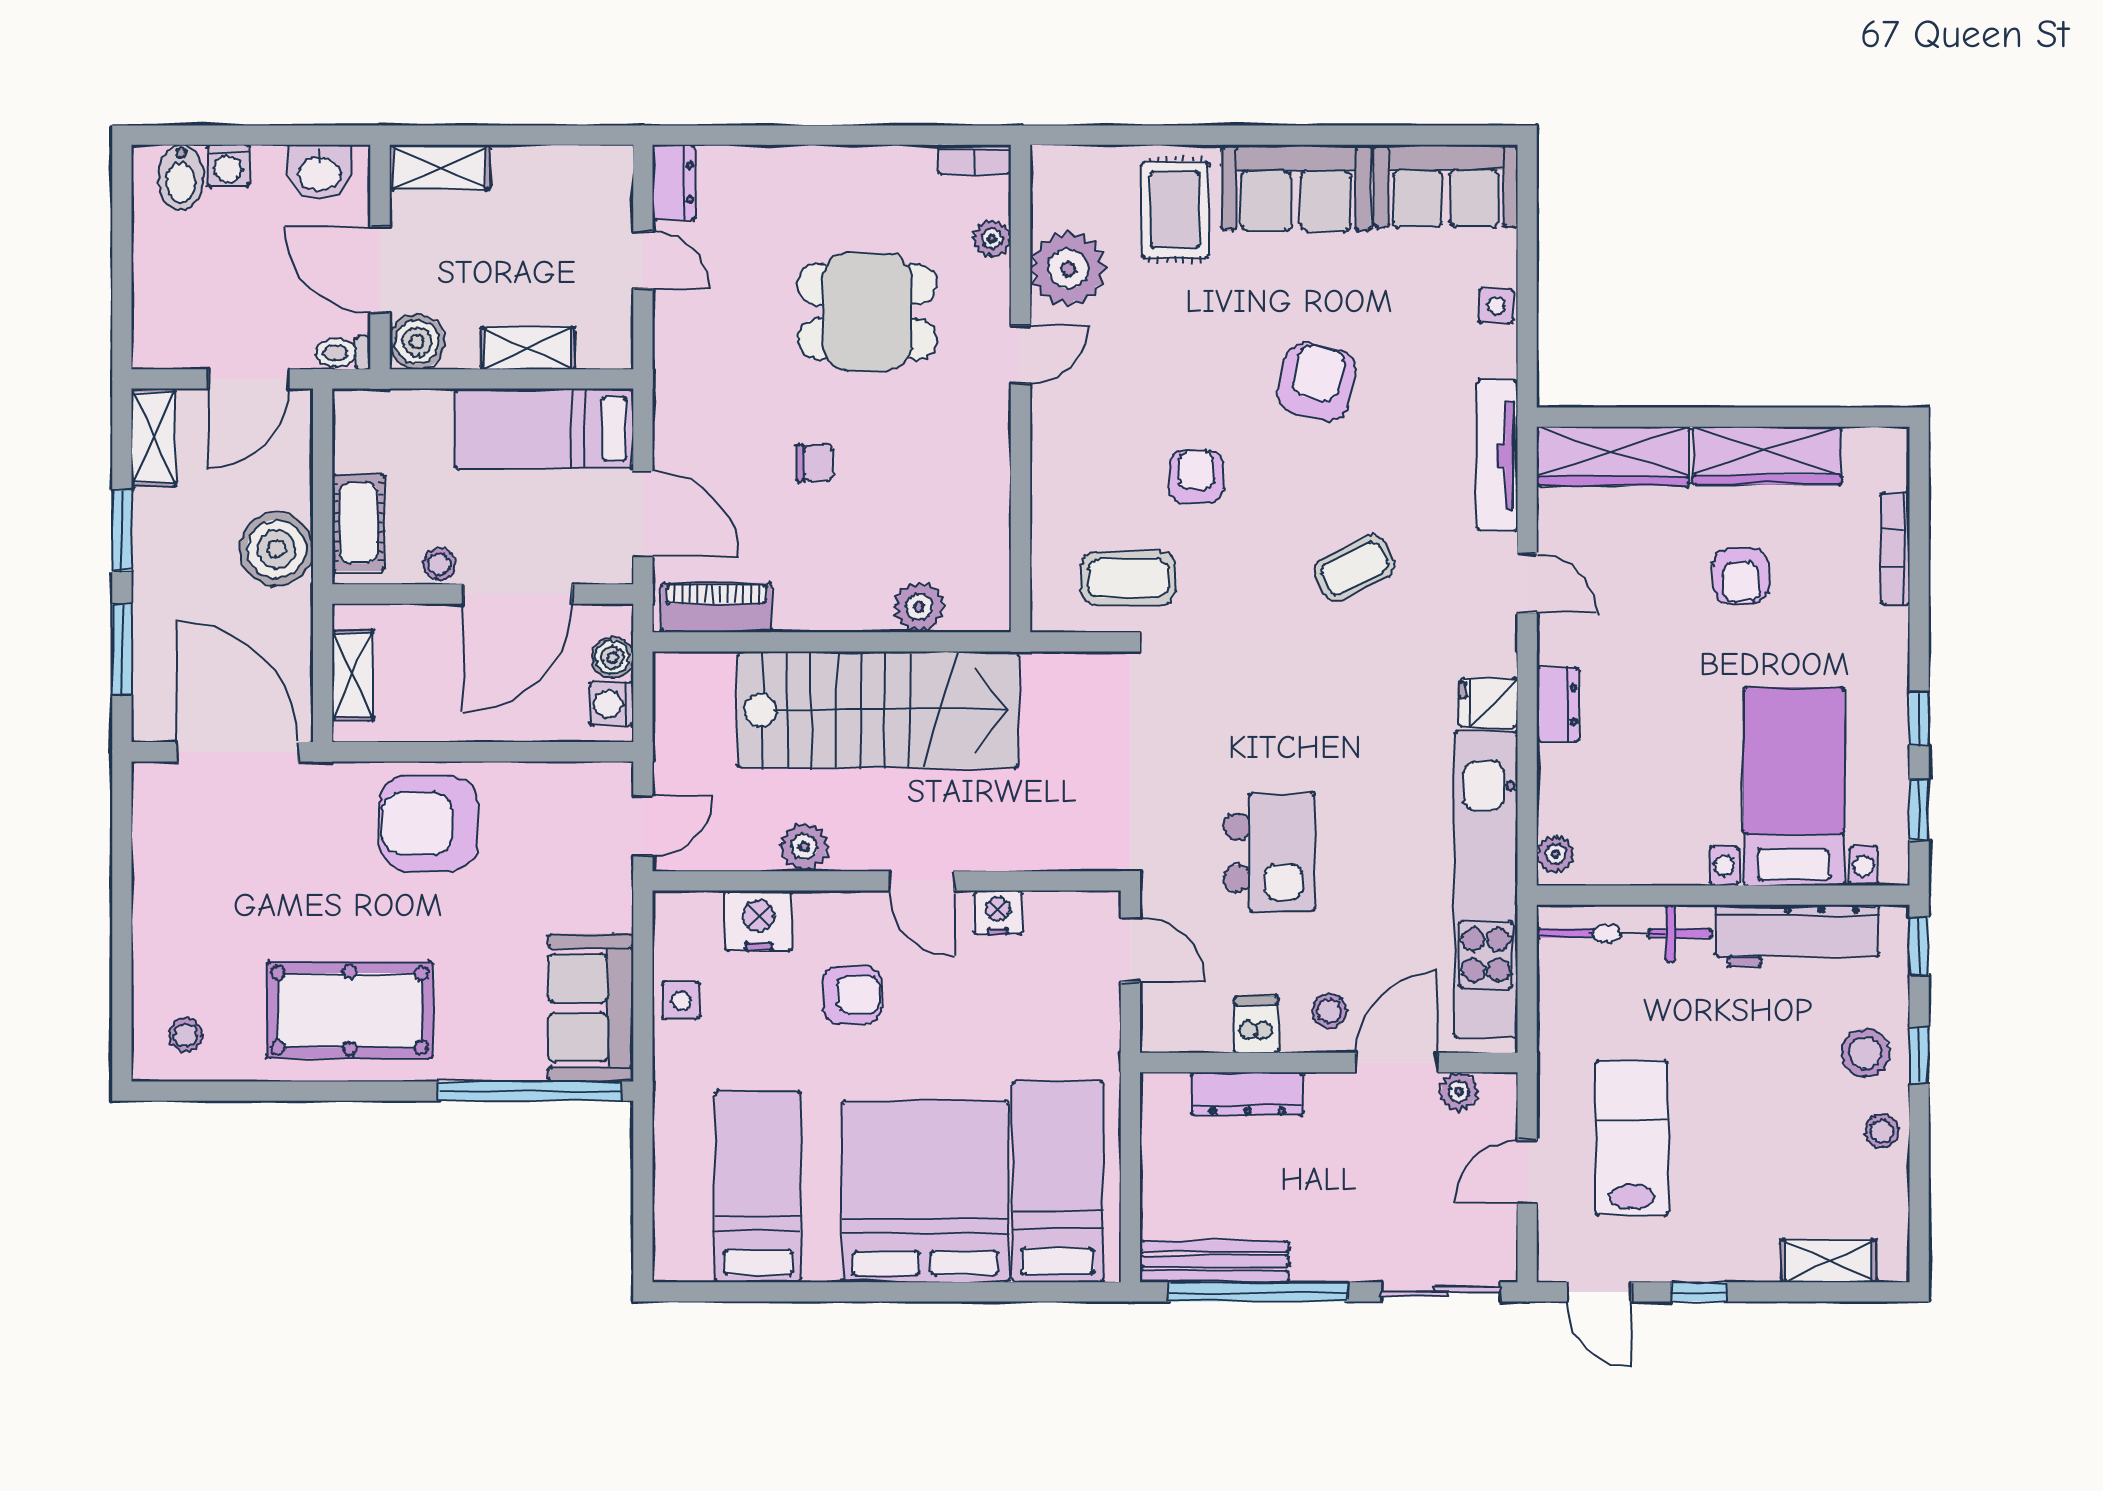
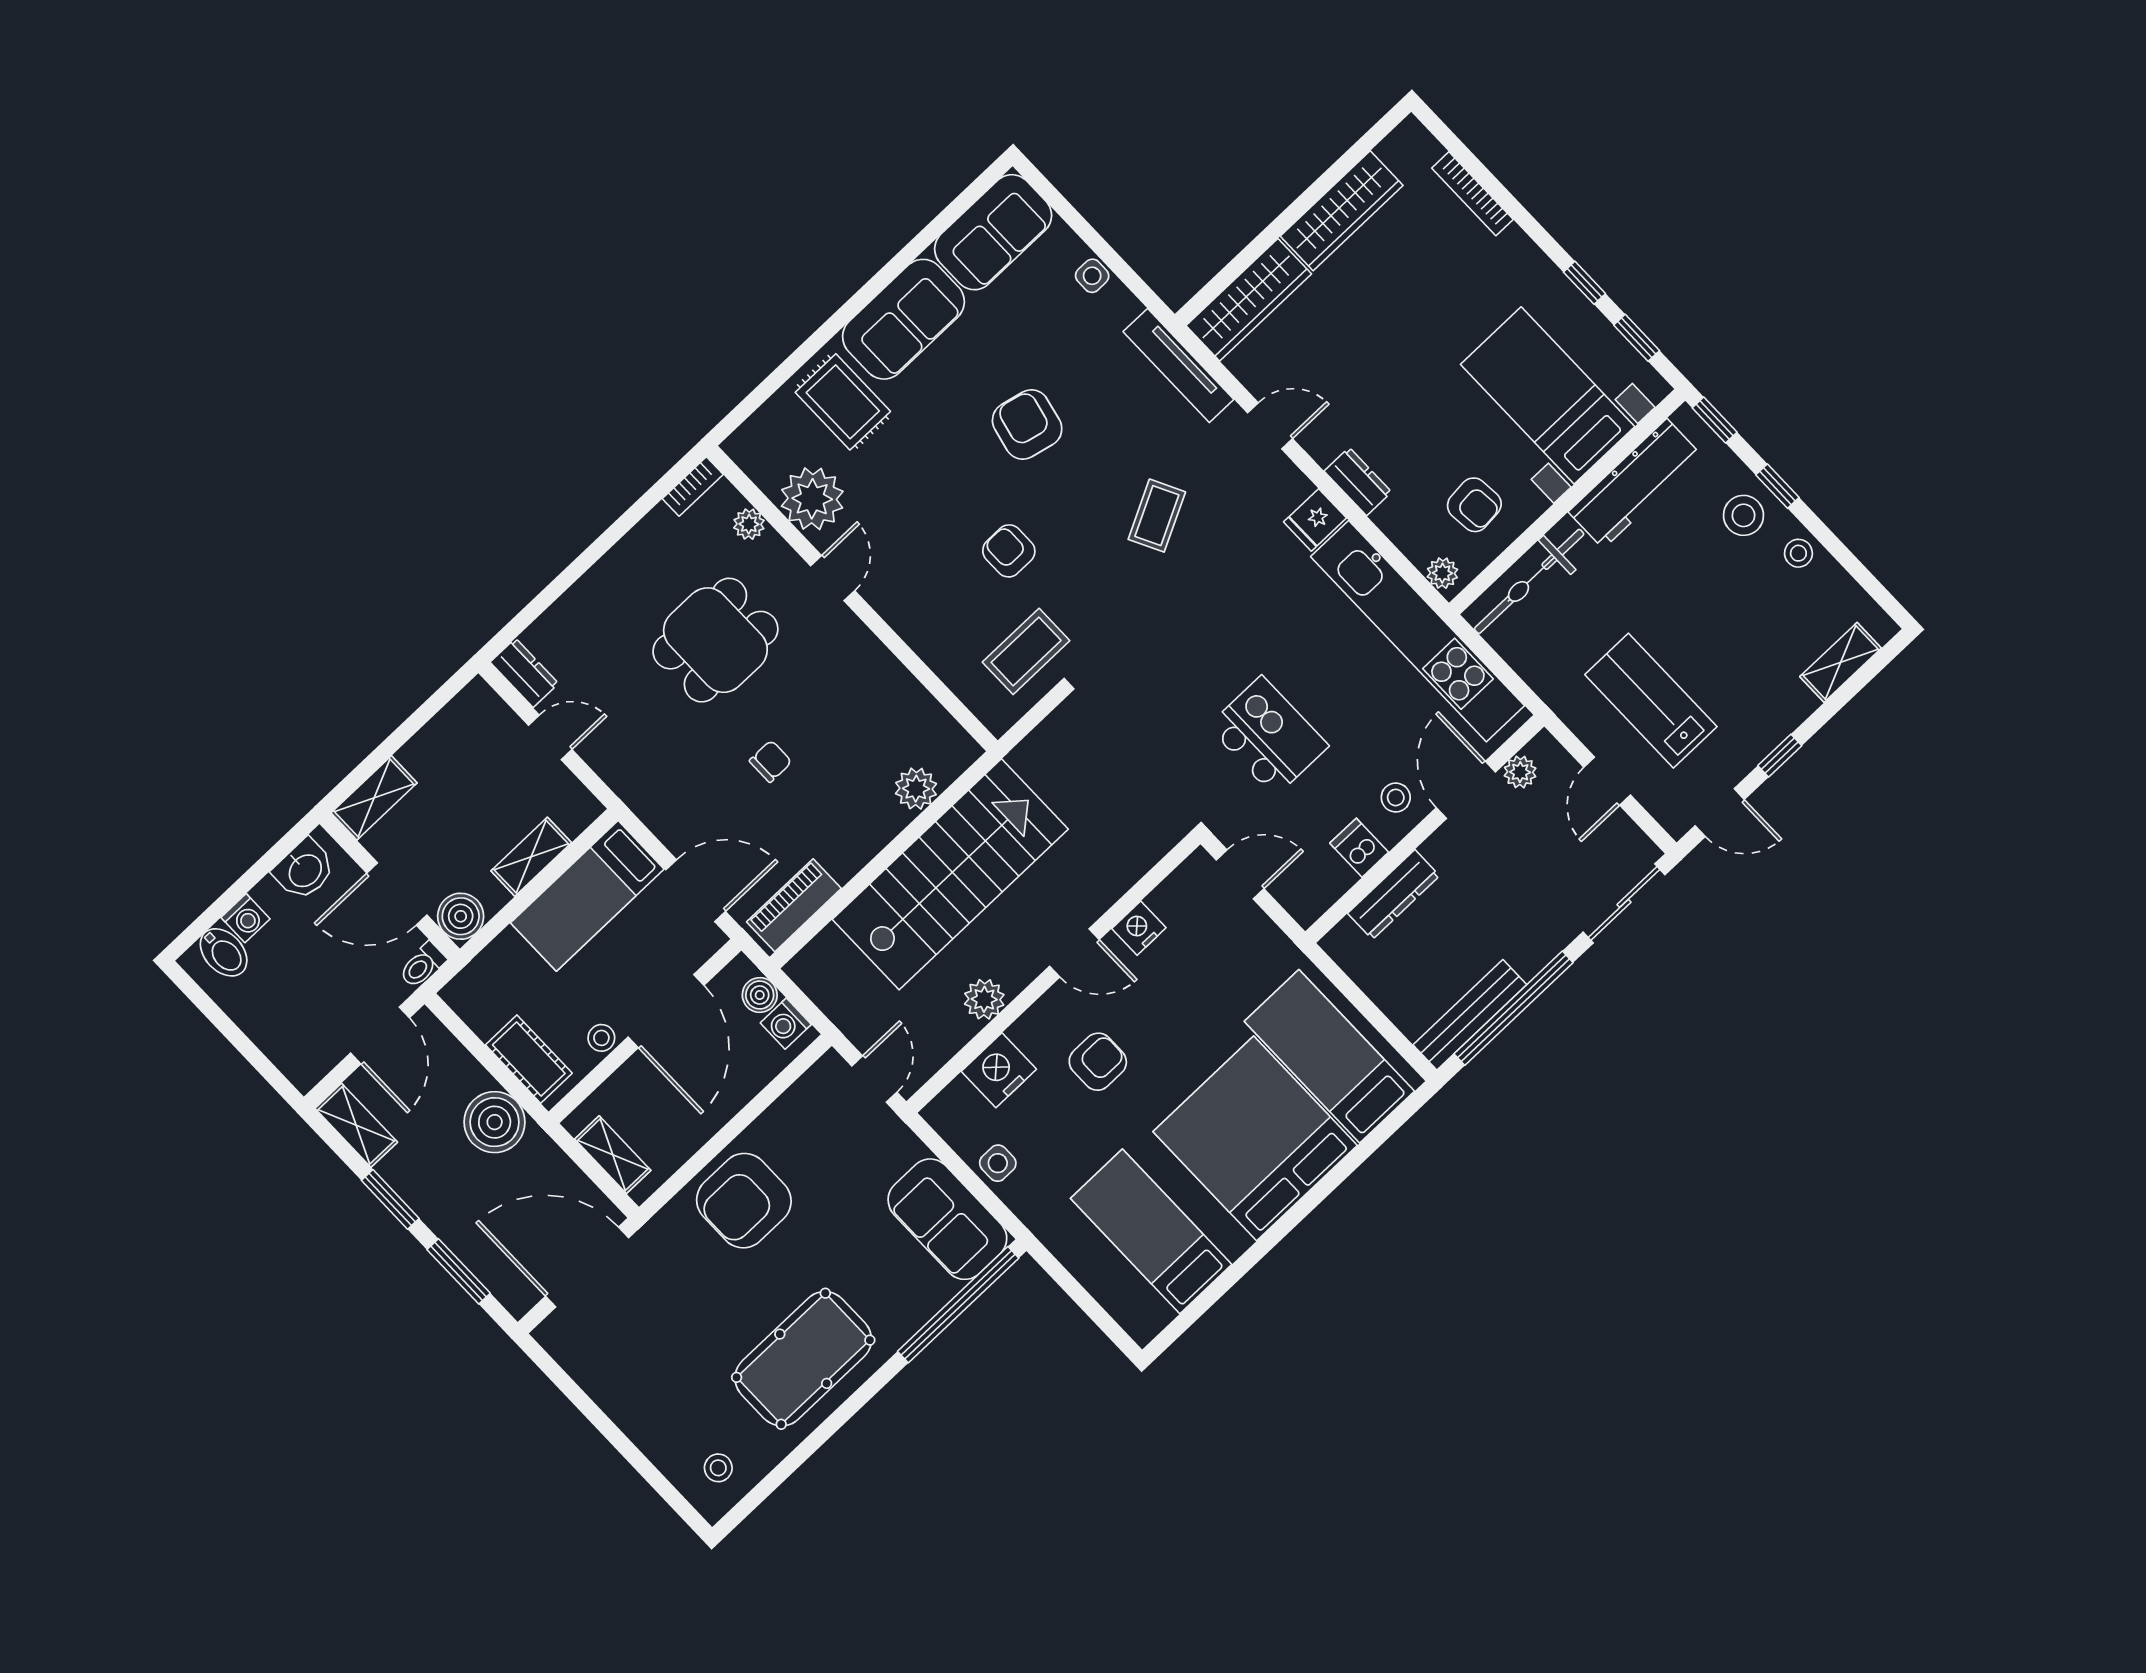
armchair: (1741, 576) -> (1474, 505), moved

